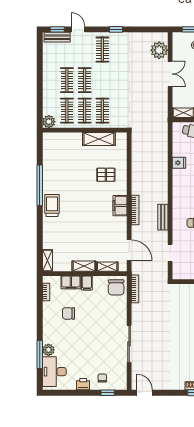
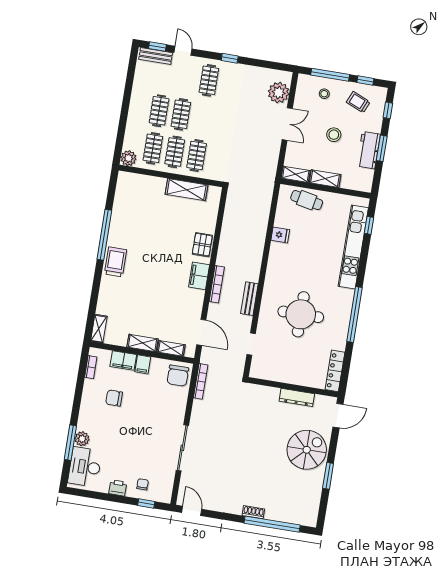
pallet: (106, 175) -> (202, 245), moved, turned 90

